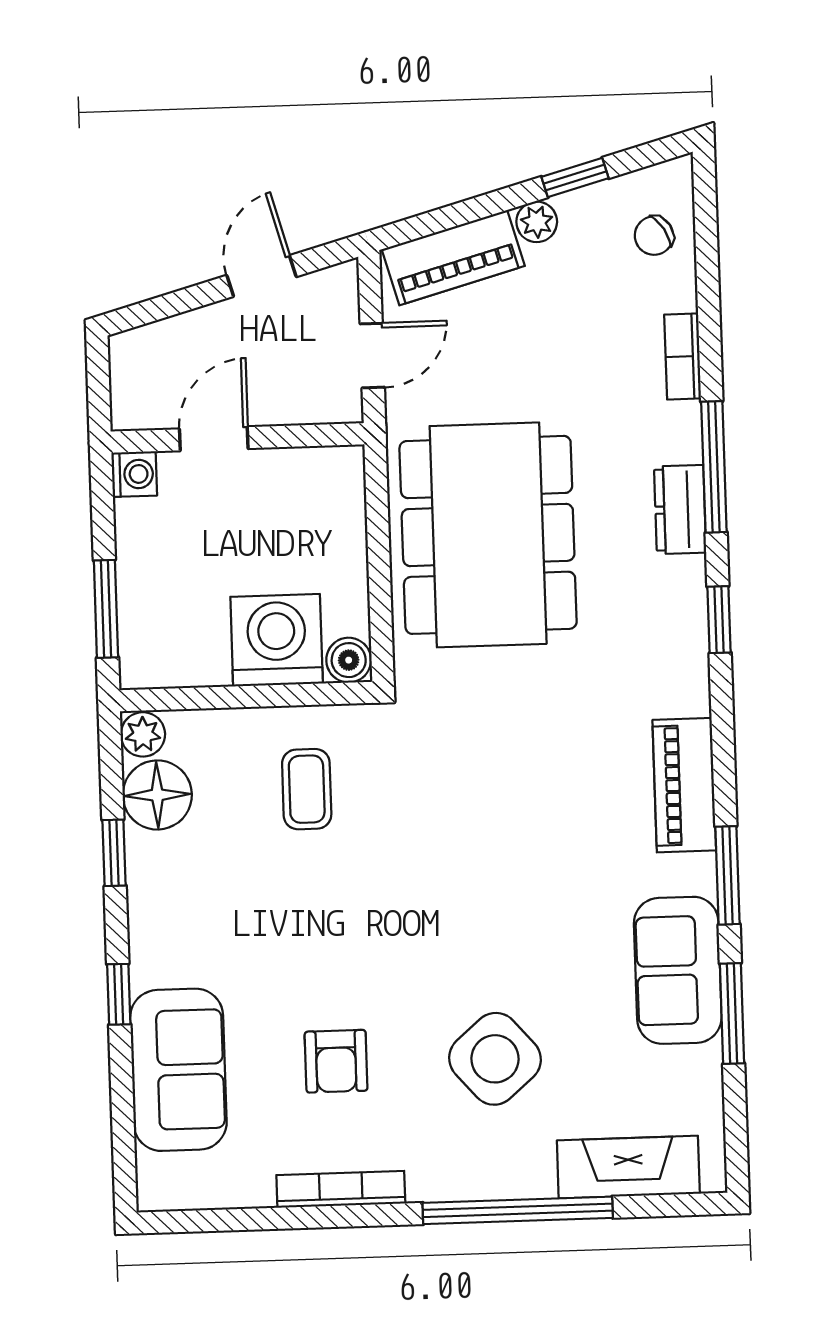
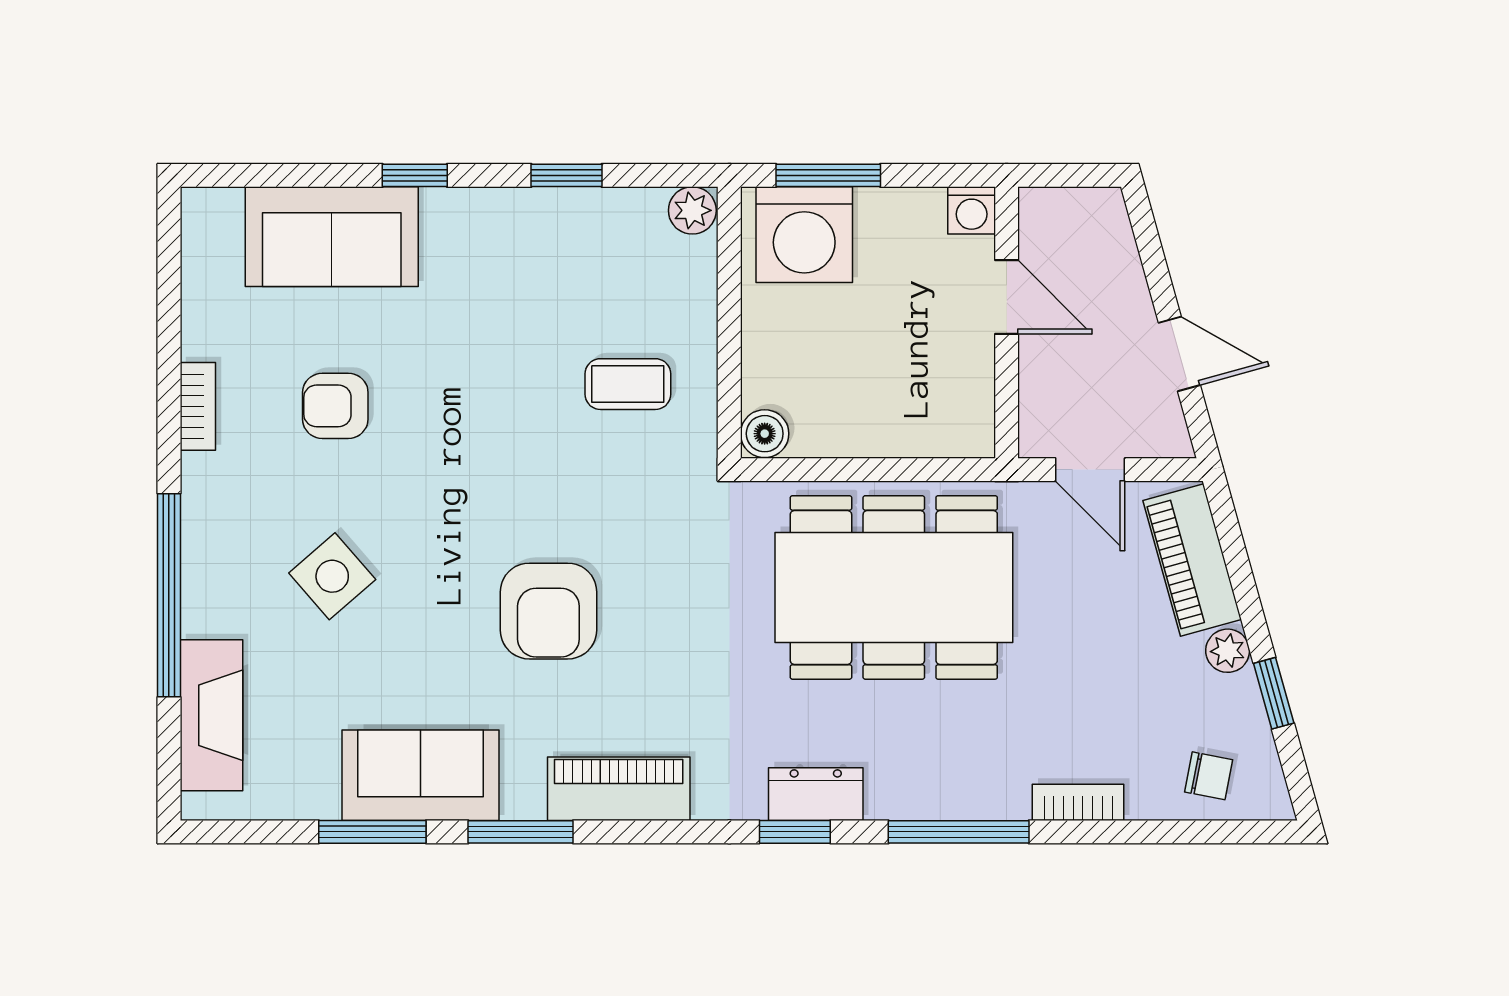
chair: (654, 236) -> (1209, 776), turned 133
dresser: (680, 509) -> (816, 794), moved
washing machine: (277, 640) -> (804, 235), moved, turned 90
floor lamp: (157, 795) -> (627, 224), removed
armchair: (521, 856) -> (548, 611), added
side table: (495, 1059) -> (332, 576), width x0.73, depth x0.73
bookcase: (341, 1189) -> (198, 406), width x0.64

